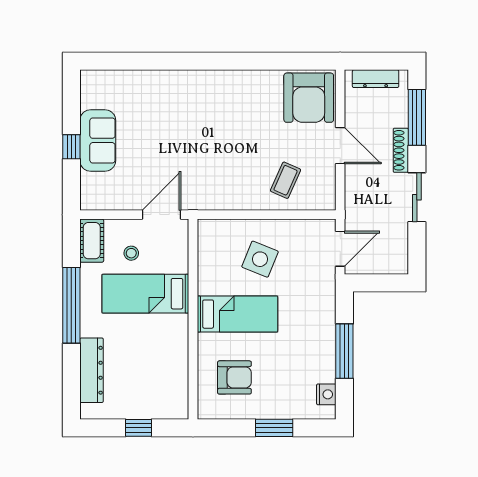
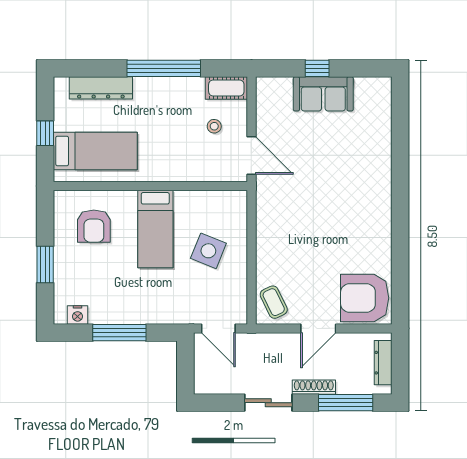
coffee table: (286, 180) -> (274, 302), moved, turned 40
bed: (145, 294) -> (95, 151), moved, turned 90

